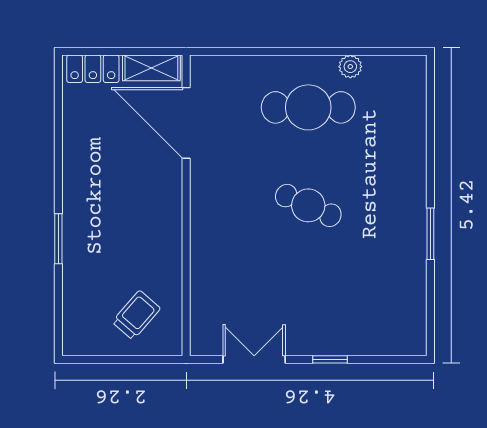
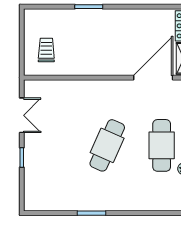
cafe table: (308, 205) -> (107, 145), width x1.37, depth x1.35
trolley: (136, 315) -> (46, 50), turned -131

